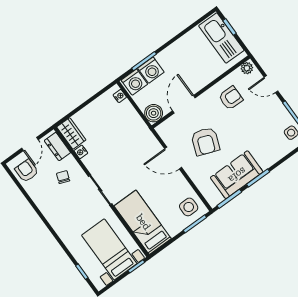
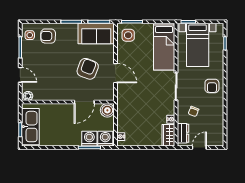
armchair: (231, 98) -> (48, 36), moved
armchair: (27, 171) -> (212, 86), moved
sofa: (237, 175) -> (96, 34), moved

